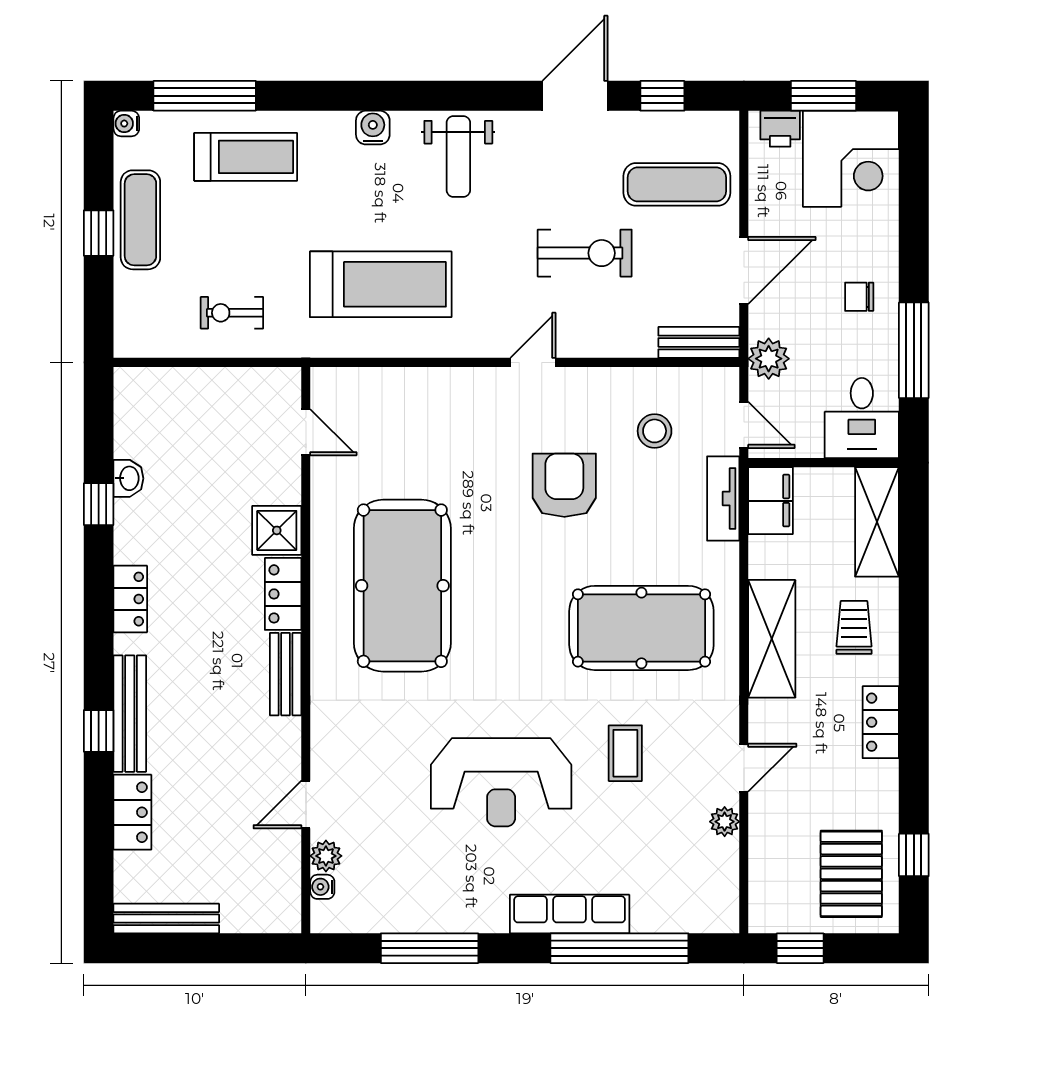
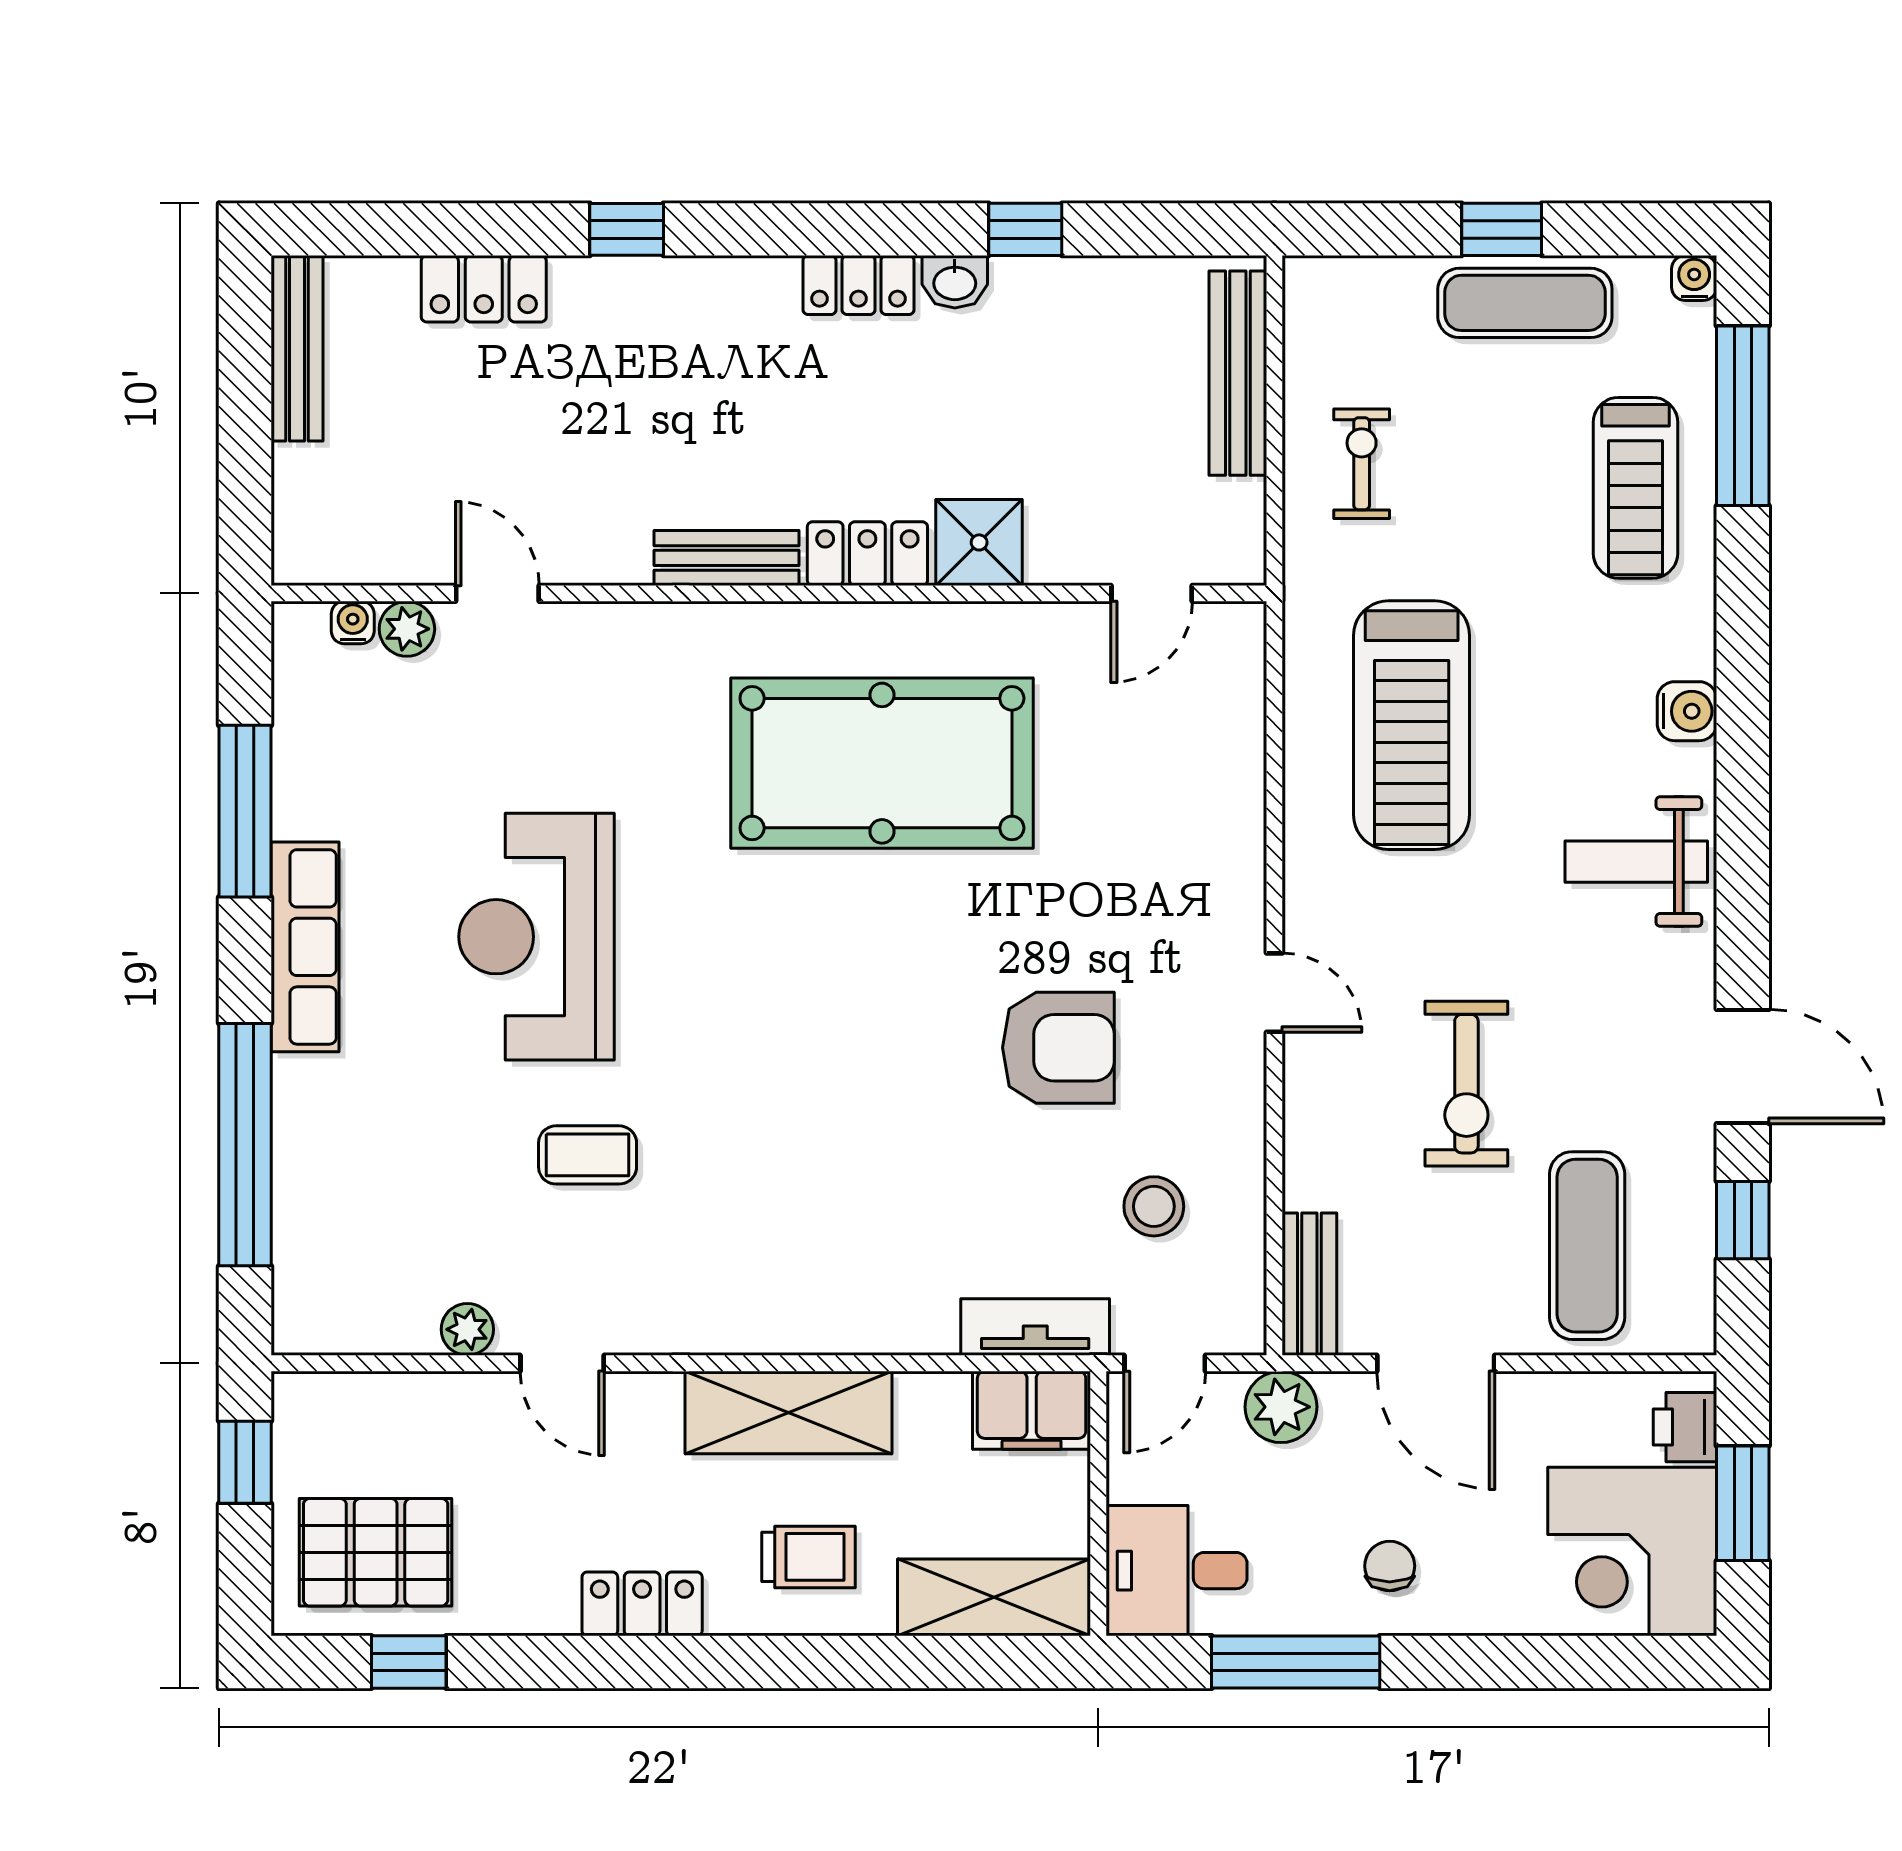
washbasin: (128, 478) -> (955, 282), moved
pool table: (641, 628) -> (808, 1183), removed
bench: (130, 714) -> (1238, 373), moved, turned 90
row of seats: (570, 914) -> (305, 947), moved

